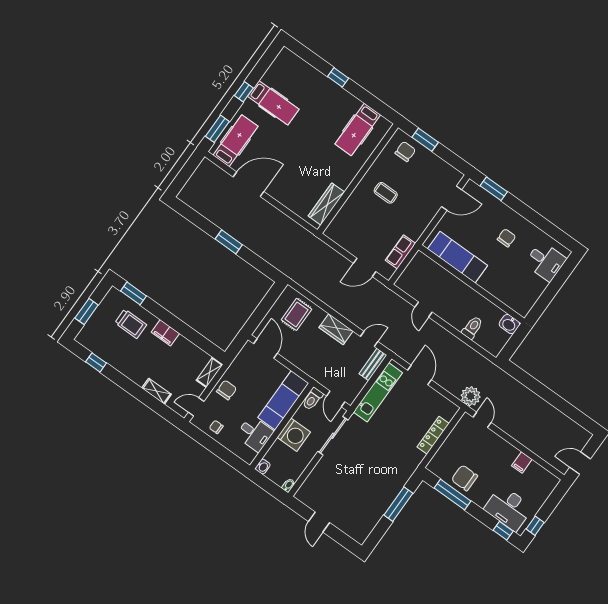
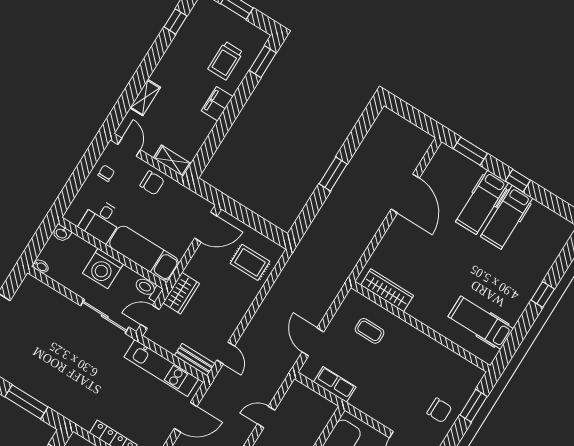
hospital bed: (235, 141) -> (482, 202), moved, turned 90
chair: (405, 152) -> (439, 410), moved
coffee table: (386, 193) -> (370, 331), moved, turned 90
wardrobe: (336, 329) -> (181, 293), moved, turned 180

